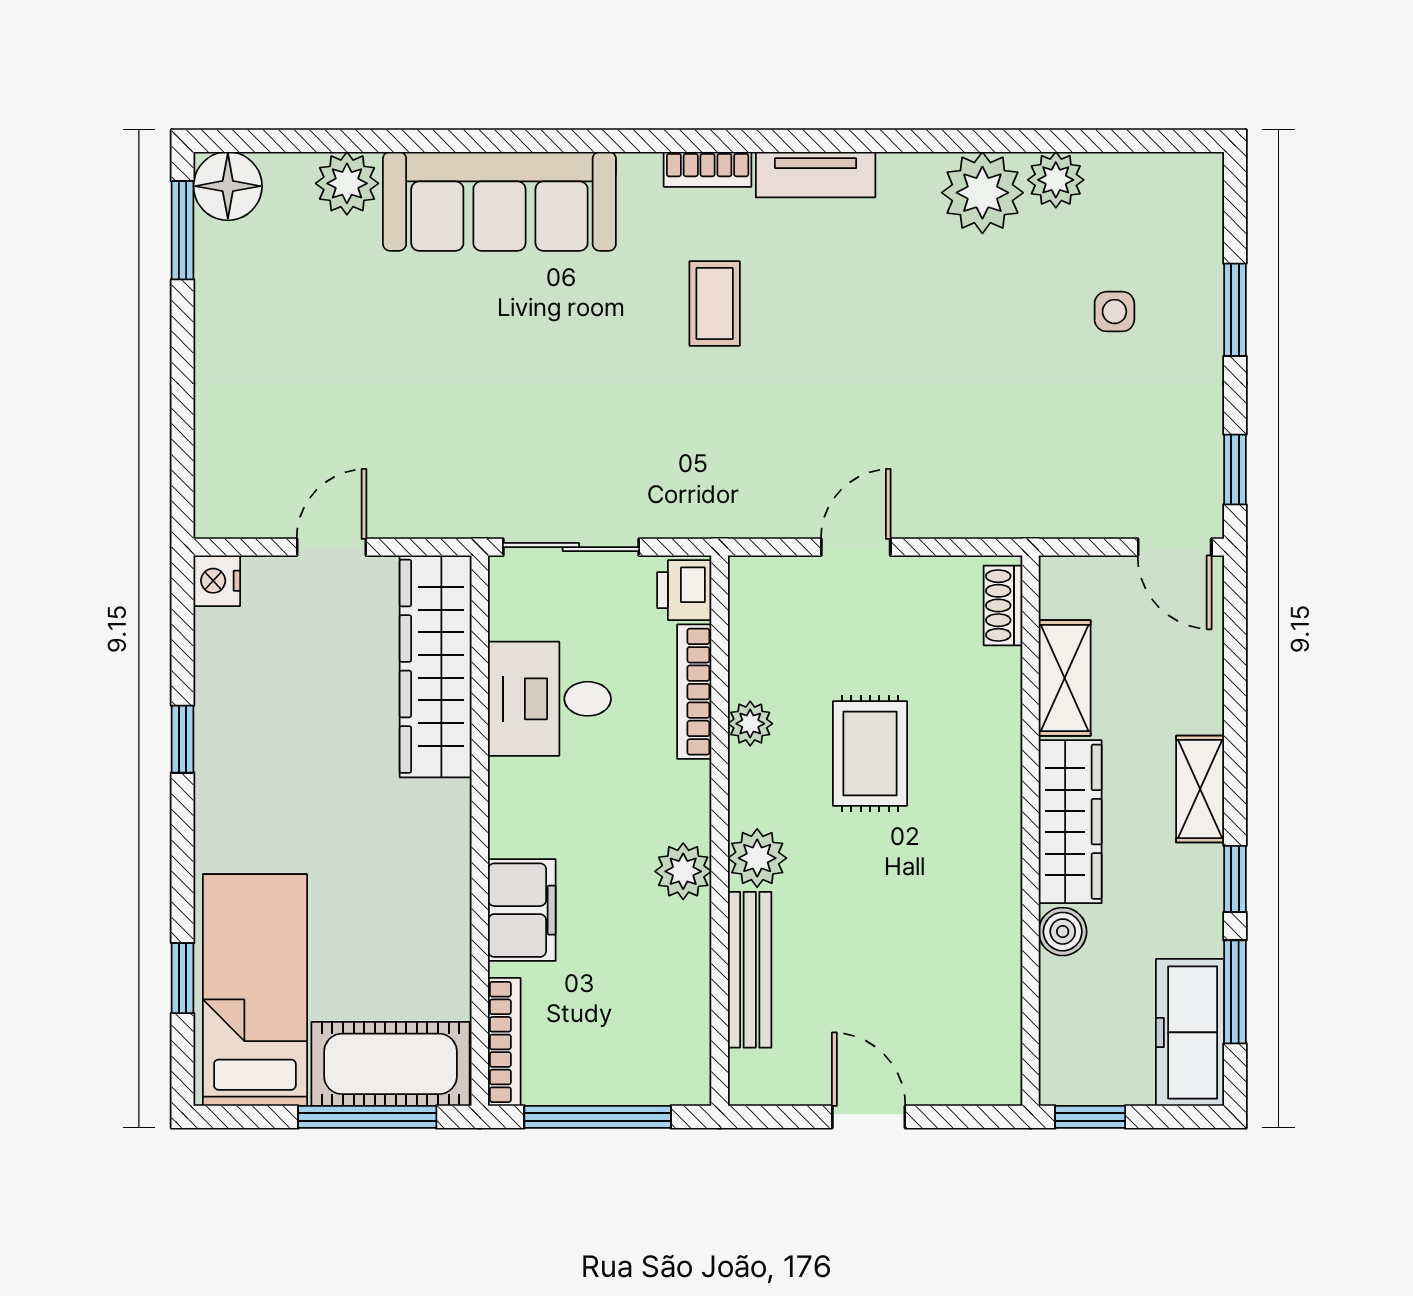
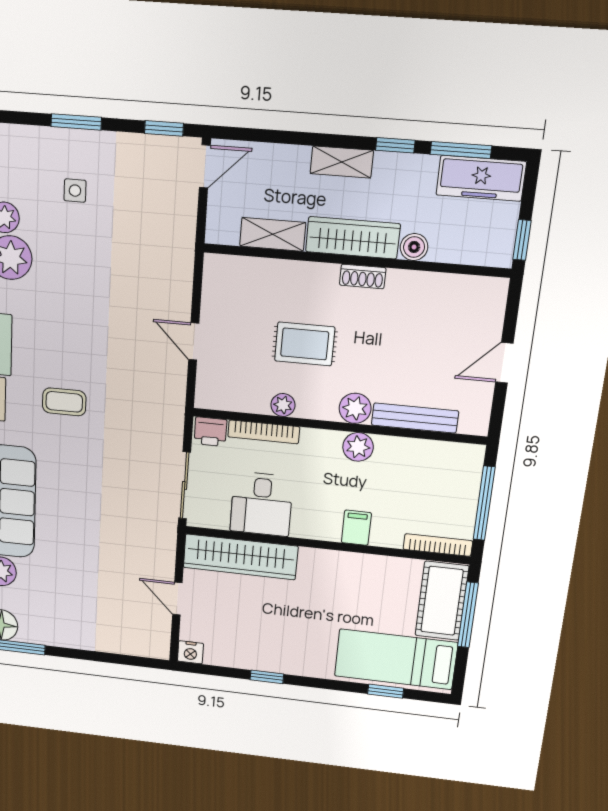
shoe rack: (1003, 605) -> (363, 276), moved
filing cabinet: (522, 910) -> (356, 528), width x0.50

